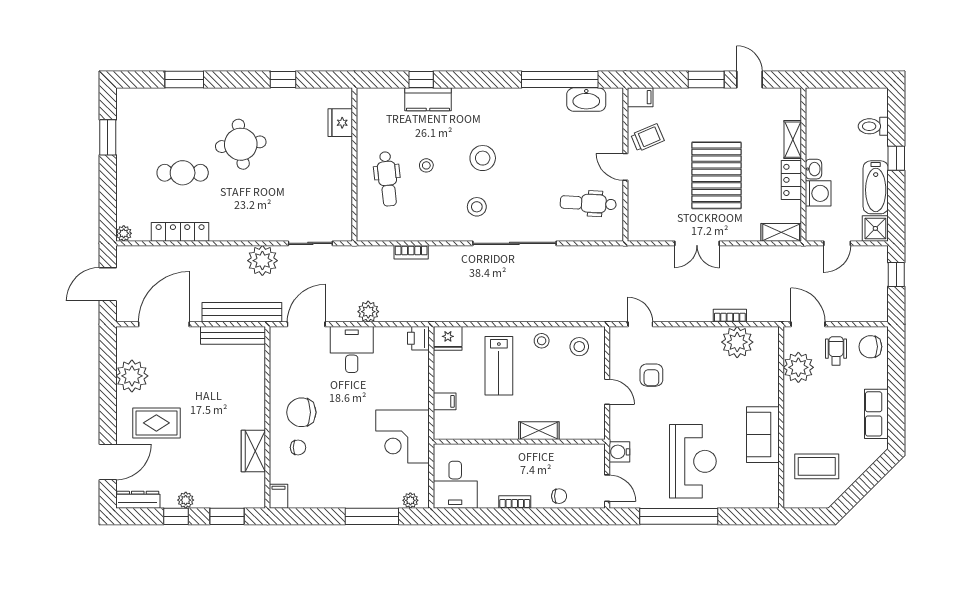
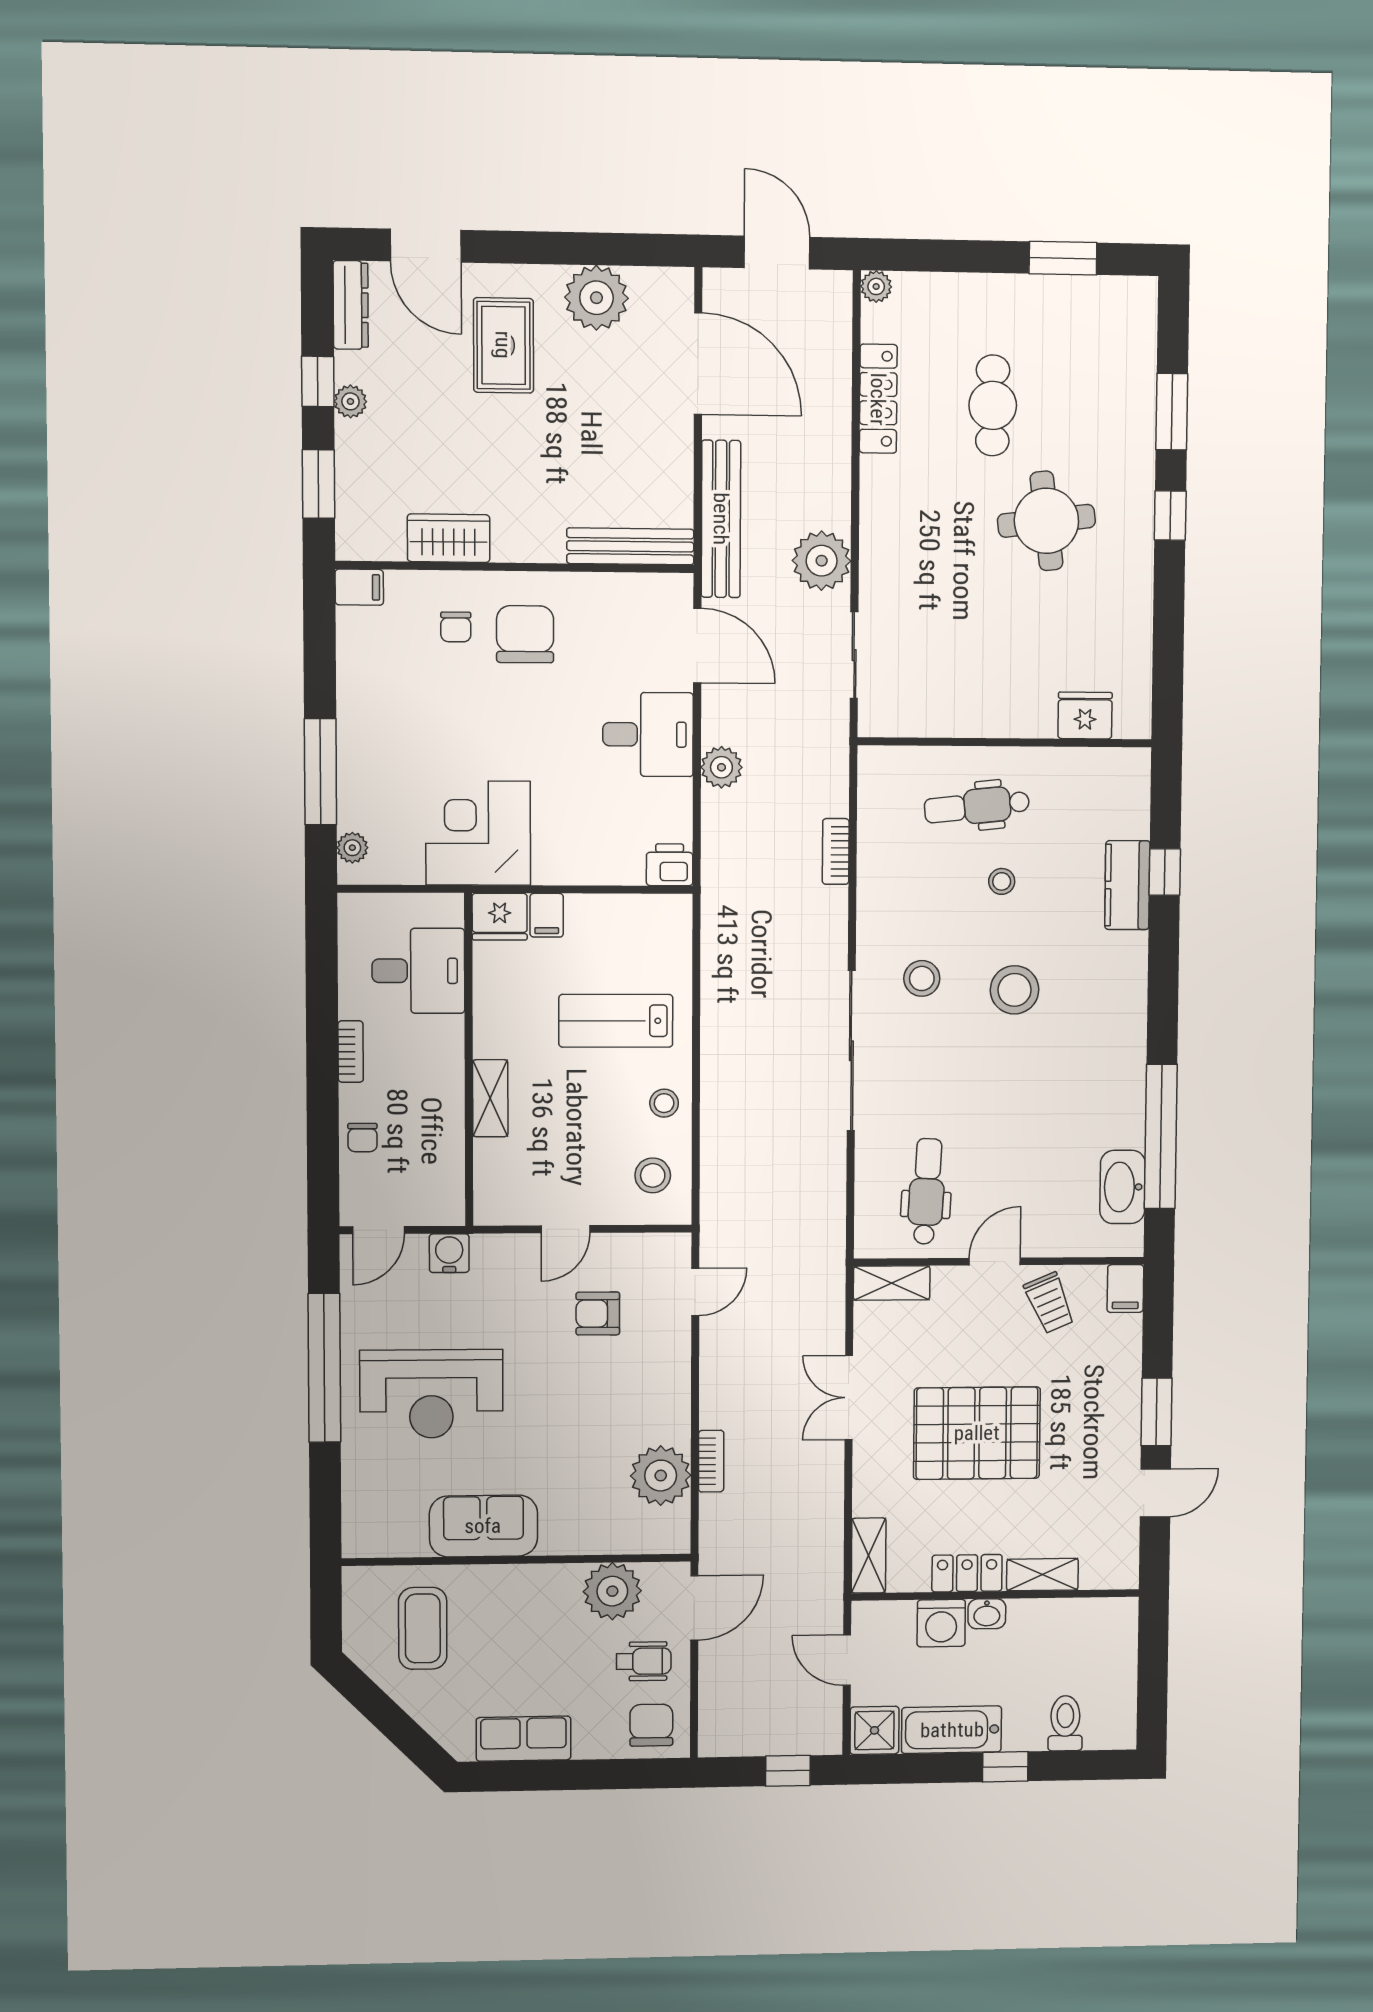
window: (283, 80) -> (1170, 515), moved
shelving: (636, 221) -> (892, 1283), added
bench: (233, 335) -> (630, 546), moved, turned 90
fridge: (448, 338) -> (500, 917), moved, turned -90
desk: (455, 485) -> (418, 971), moved, turned 180

